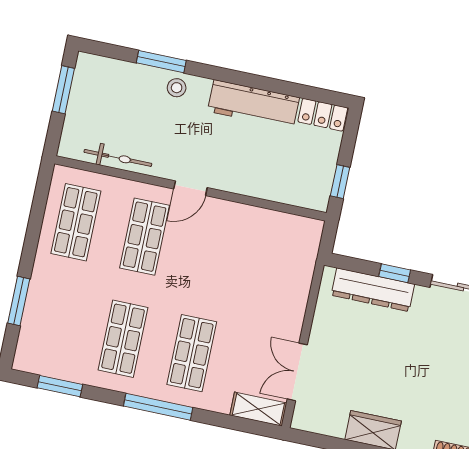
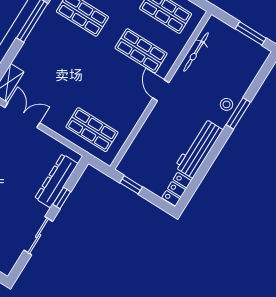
window: (161, 62) -> (238, 113), moved
shop shelf: (192, 353) -> (92, 130), moved

